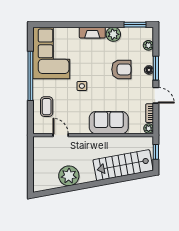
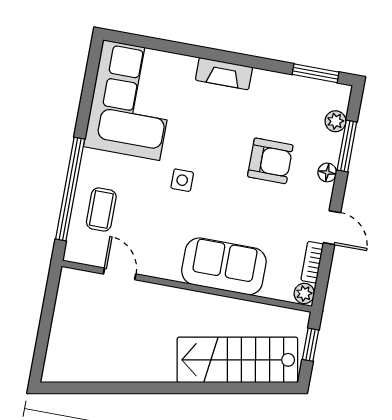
plant: (113, 34) -> (267, 85), removed
window: (156, 68) -> (347, 146), moved
window: (30, 76) -> (70, 189), moved
plant: (69, 176) -> (121, 361), removed

